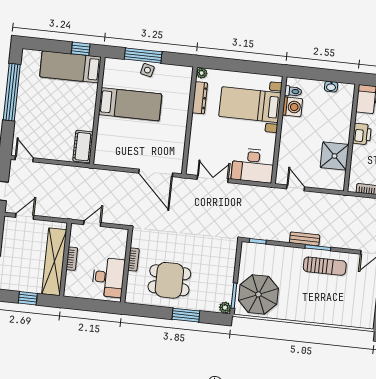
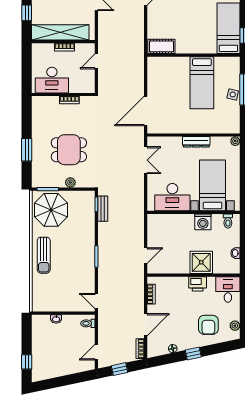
dresser: (200, 98) -> (196, 142), moved
washing machine: (292, 107) -> (203, 222), moved
shower: (335, 156) -> (201, 262), moved
desk: (253, 165) -> (172, 197), moved, turned -90
door: (296, 188) -> (146, 256), moved
door: (92, 224) -> (96, 61), swing flipped
bench: (305, 239) -> (103, 209), moved
sun lounger: (325, 266) -> (44, 255), moved
dining table: (169, 280) -> (69, 150), moved, turned 90
plant: (225, 308) -> (70, 183), moved

